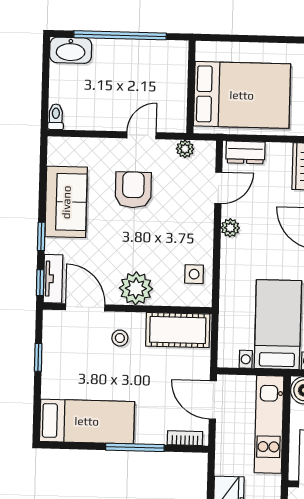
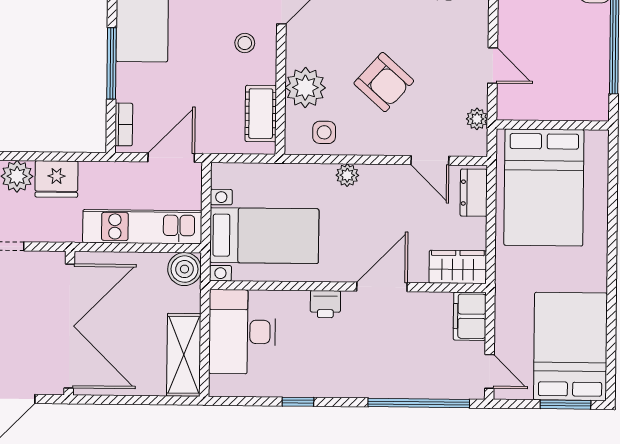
armchair: (133, 190) -> (384, 82), moved, turned 42
plant: (230, 228) -> (347, 175), moved
plant: (136, 288) -> (305, 88), moved
cot: (178, 330) -> (261, 114), width x0.73, depth x0.75

